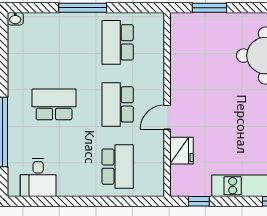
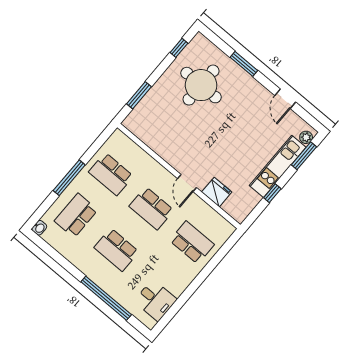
school desk: (54, 42) -> (76, 215), added
school desk: (54, 104) -> (117, 250), turned -90
window: (199, 201) -> (272, 193), moved

